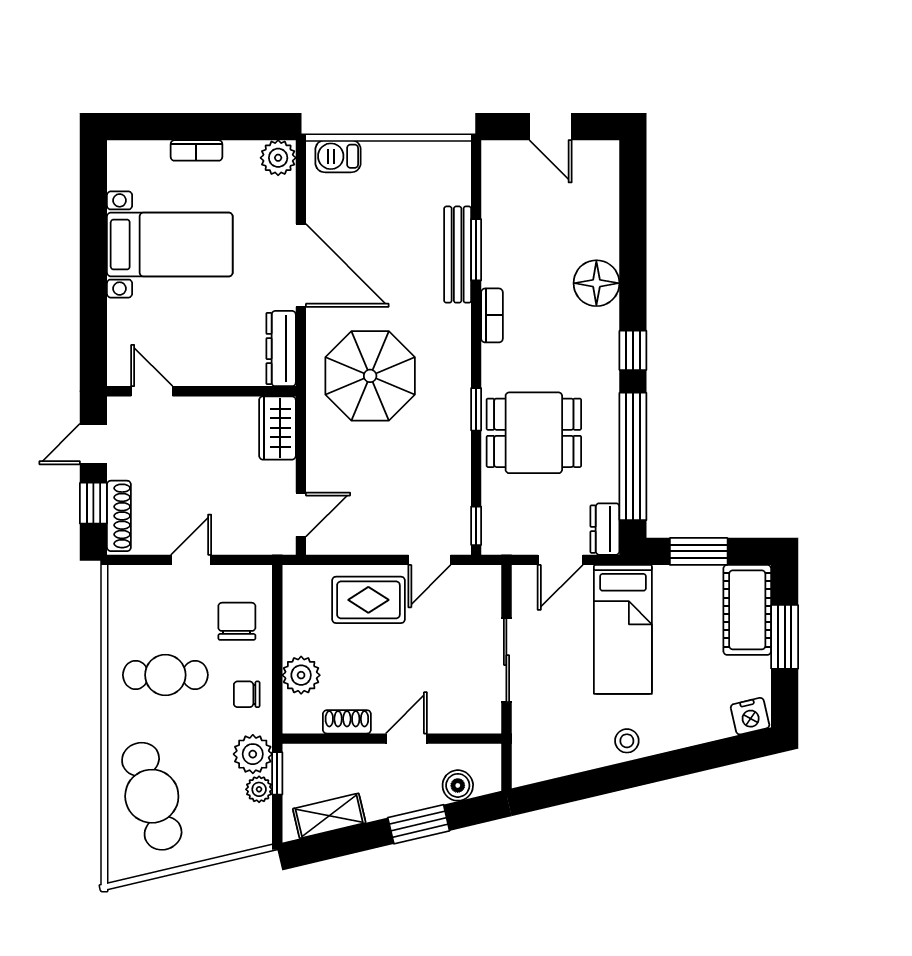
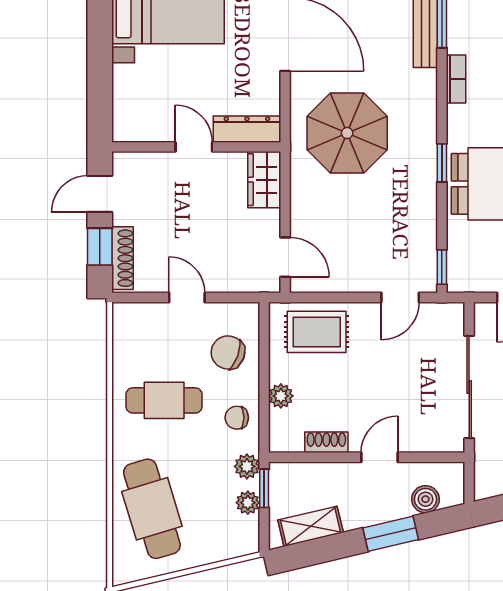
dresser: (281, 349) -> (247, 129), moved, turned 90
door: (152, 391) -> (194, 147), moved
door: (301, 515) -> (285, 257), hinge flipped
door: (191, 560) -> (187, 297), hinge flipped
rug: (368, 600) -> (317, 332), moved
chair: (237, 621) -> (228, 352), turned -70
sliding door: (506, 660) -> (469, 387), width x1.37
plant: (301, 675) -> (281, 396), width x0.73, depth x0.73
plant: (253, 754) -> (247, 466), width x0.73, depth x0.73

